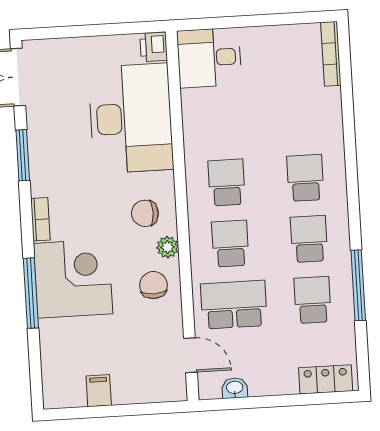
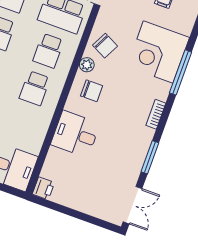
desk: (131, 118) -> (75, 134), width x0.53, depth x0.77
corner desk: (73, 279) -> (158, 52), moved
chair: (153, 285) -> (105, 46), turned -63

